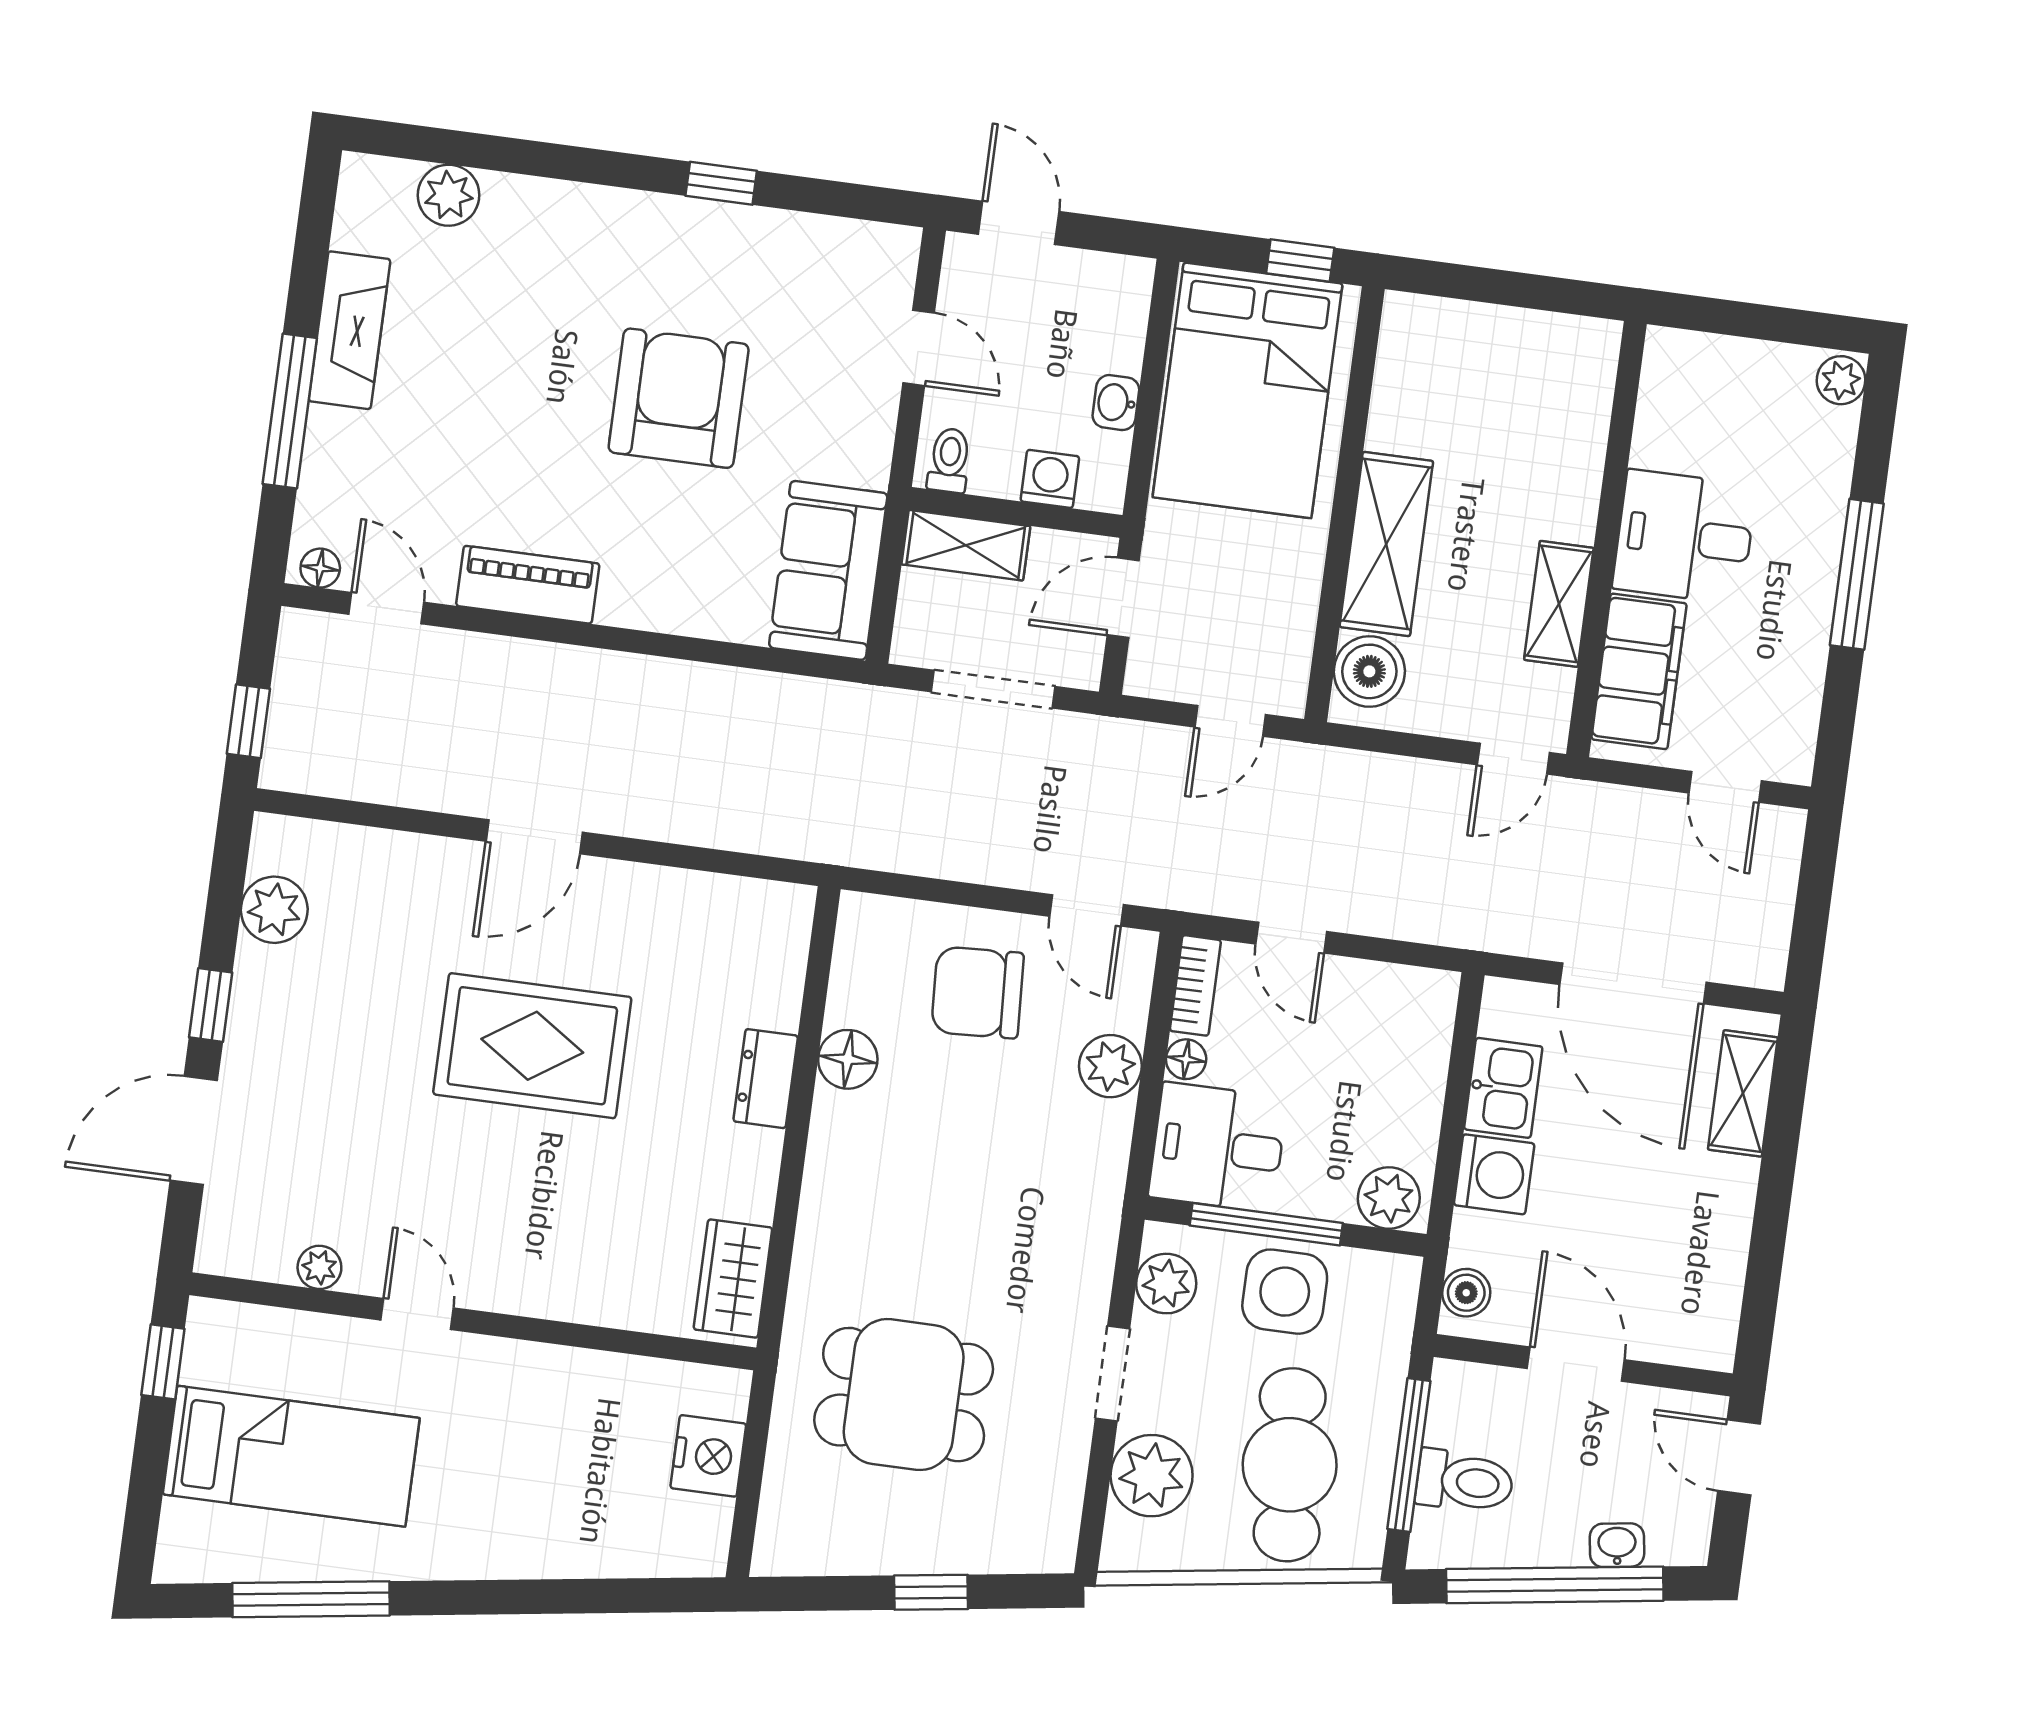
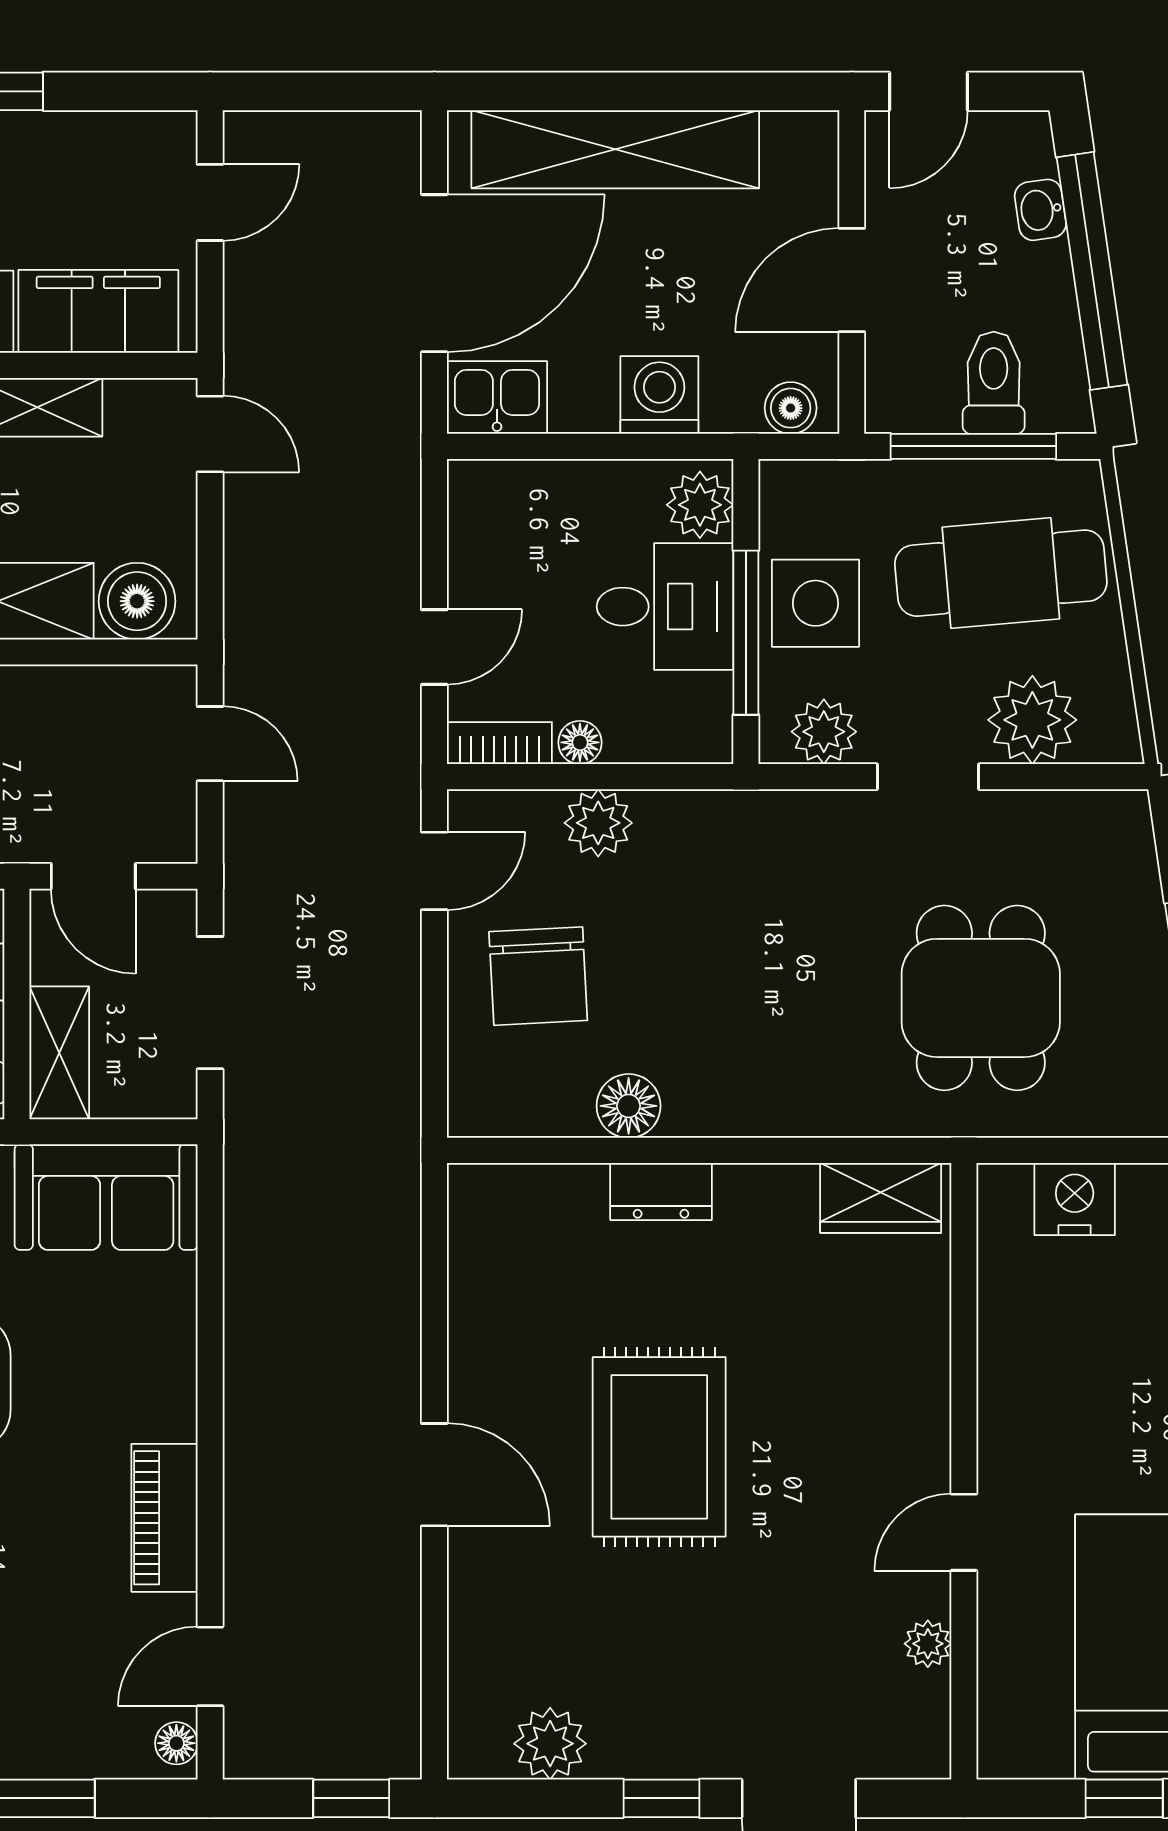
kitchen sink: (1503, 1088) -> (497, 398), moved
shelving: (1743, 1093) -> (615, 149), width x2.20, depth x1.33
desk: (1218, 1147) -> (665, 607), moved, turned -90
window: (163, 1362) -> (1124, 1798), moved

